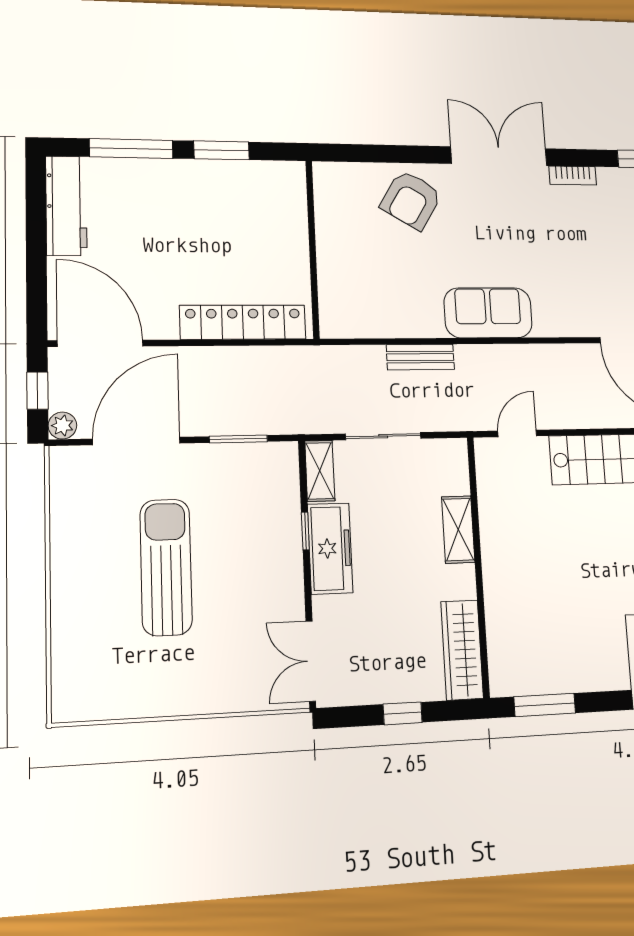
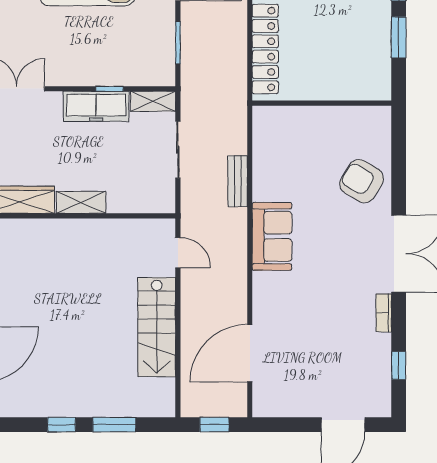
shelving: (458, 530) -> (81, 202), moved

